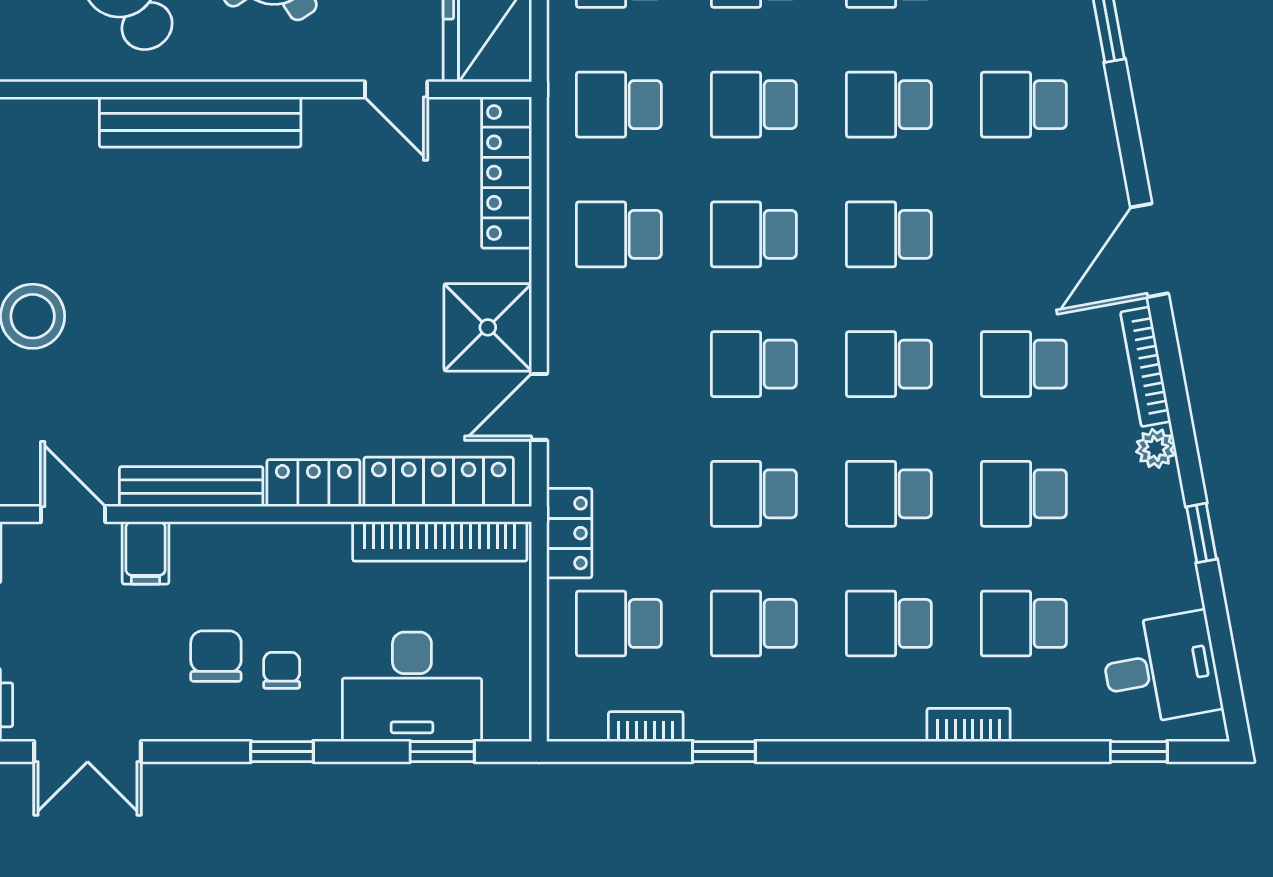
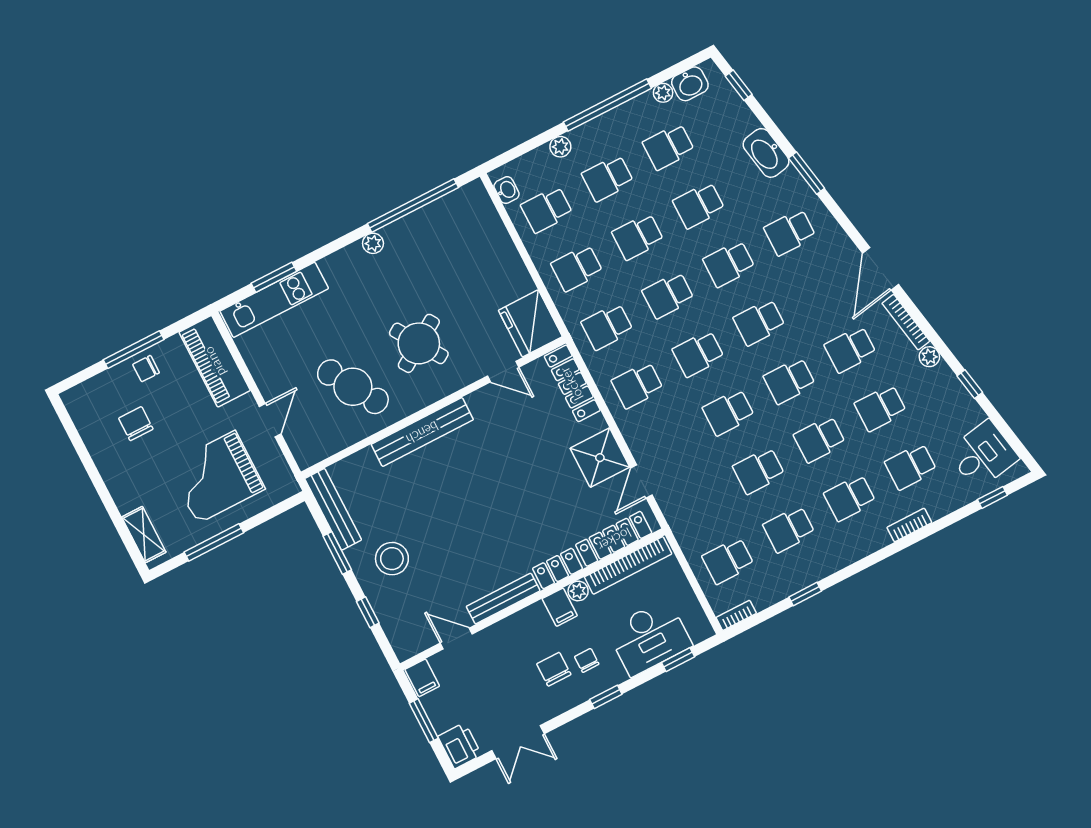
locker: (569, 533) -> (685, 532), removed
plant: (329, 541) -> (578, 591), added
filing cabinet: (146, 553) -> (560, 607), moved
bookcase: (646, 727) -> (736, 615), moved

